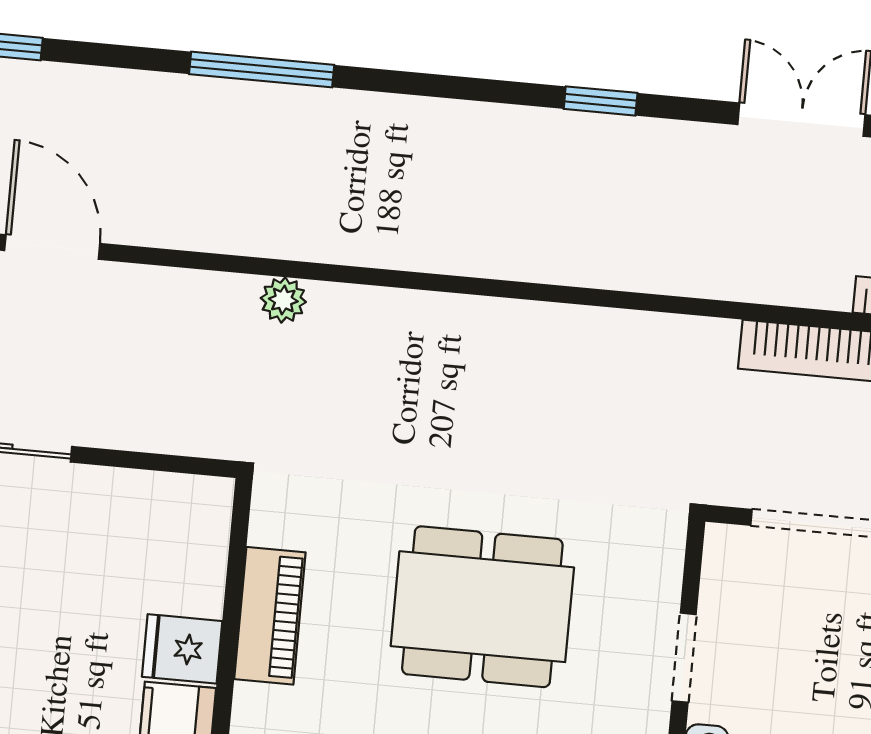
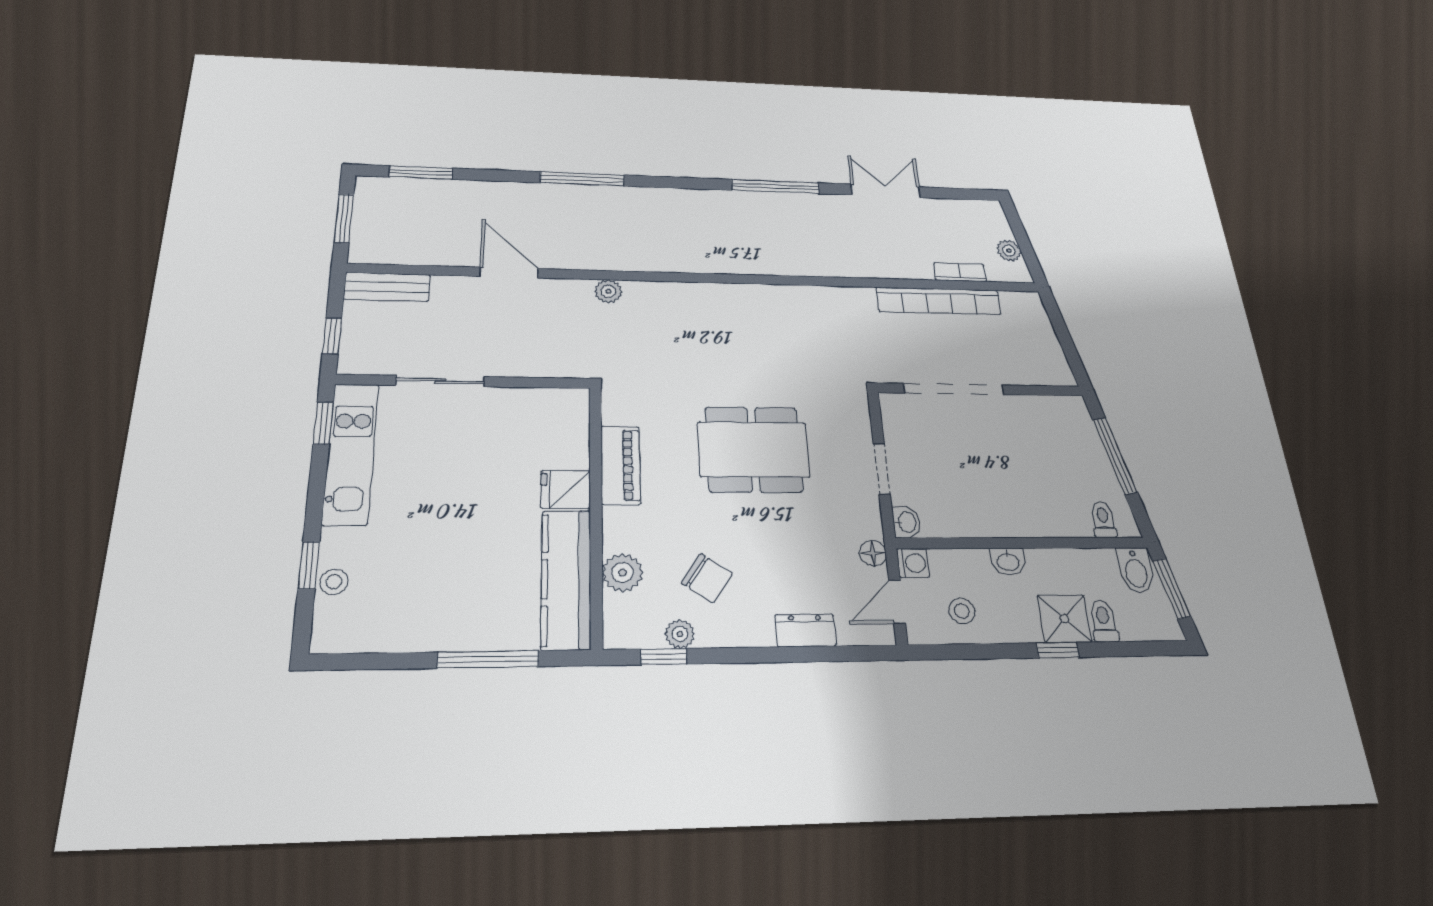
window: (601, 101) -> (776, 187), width x2.17
door: (52, 247) -> (509, 273), moved

